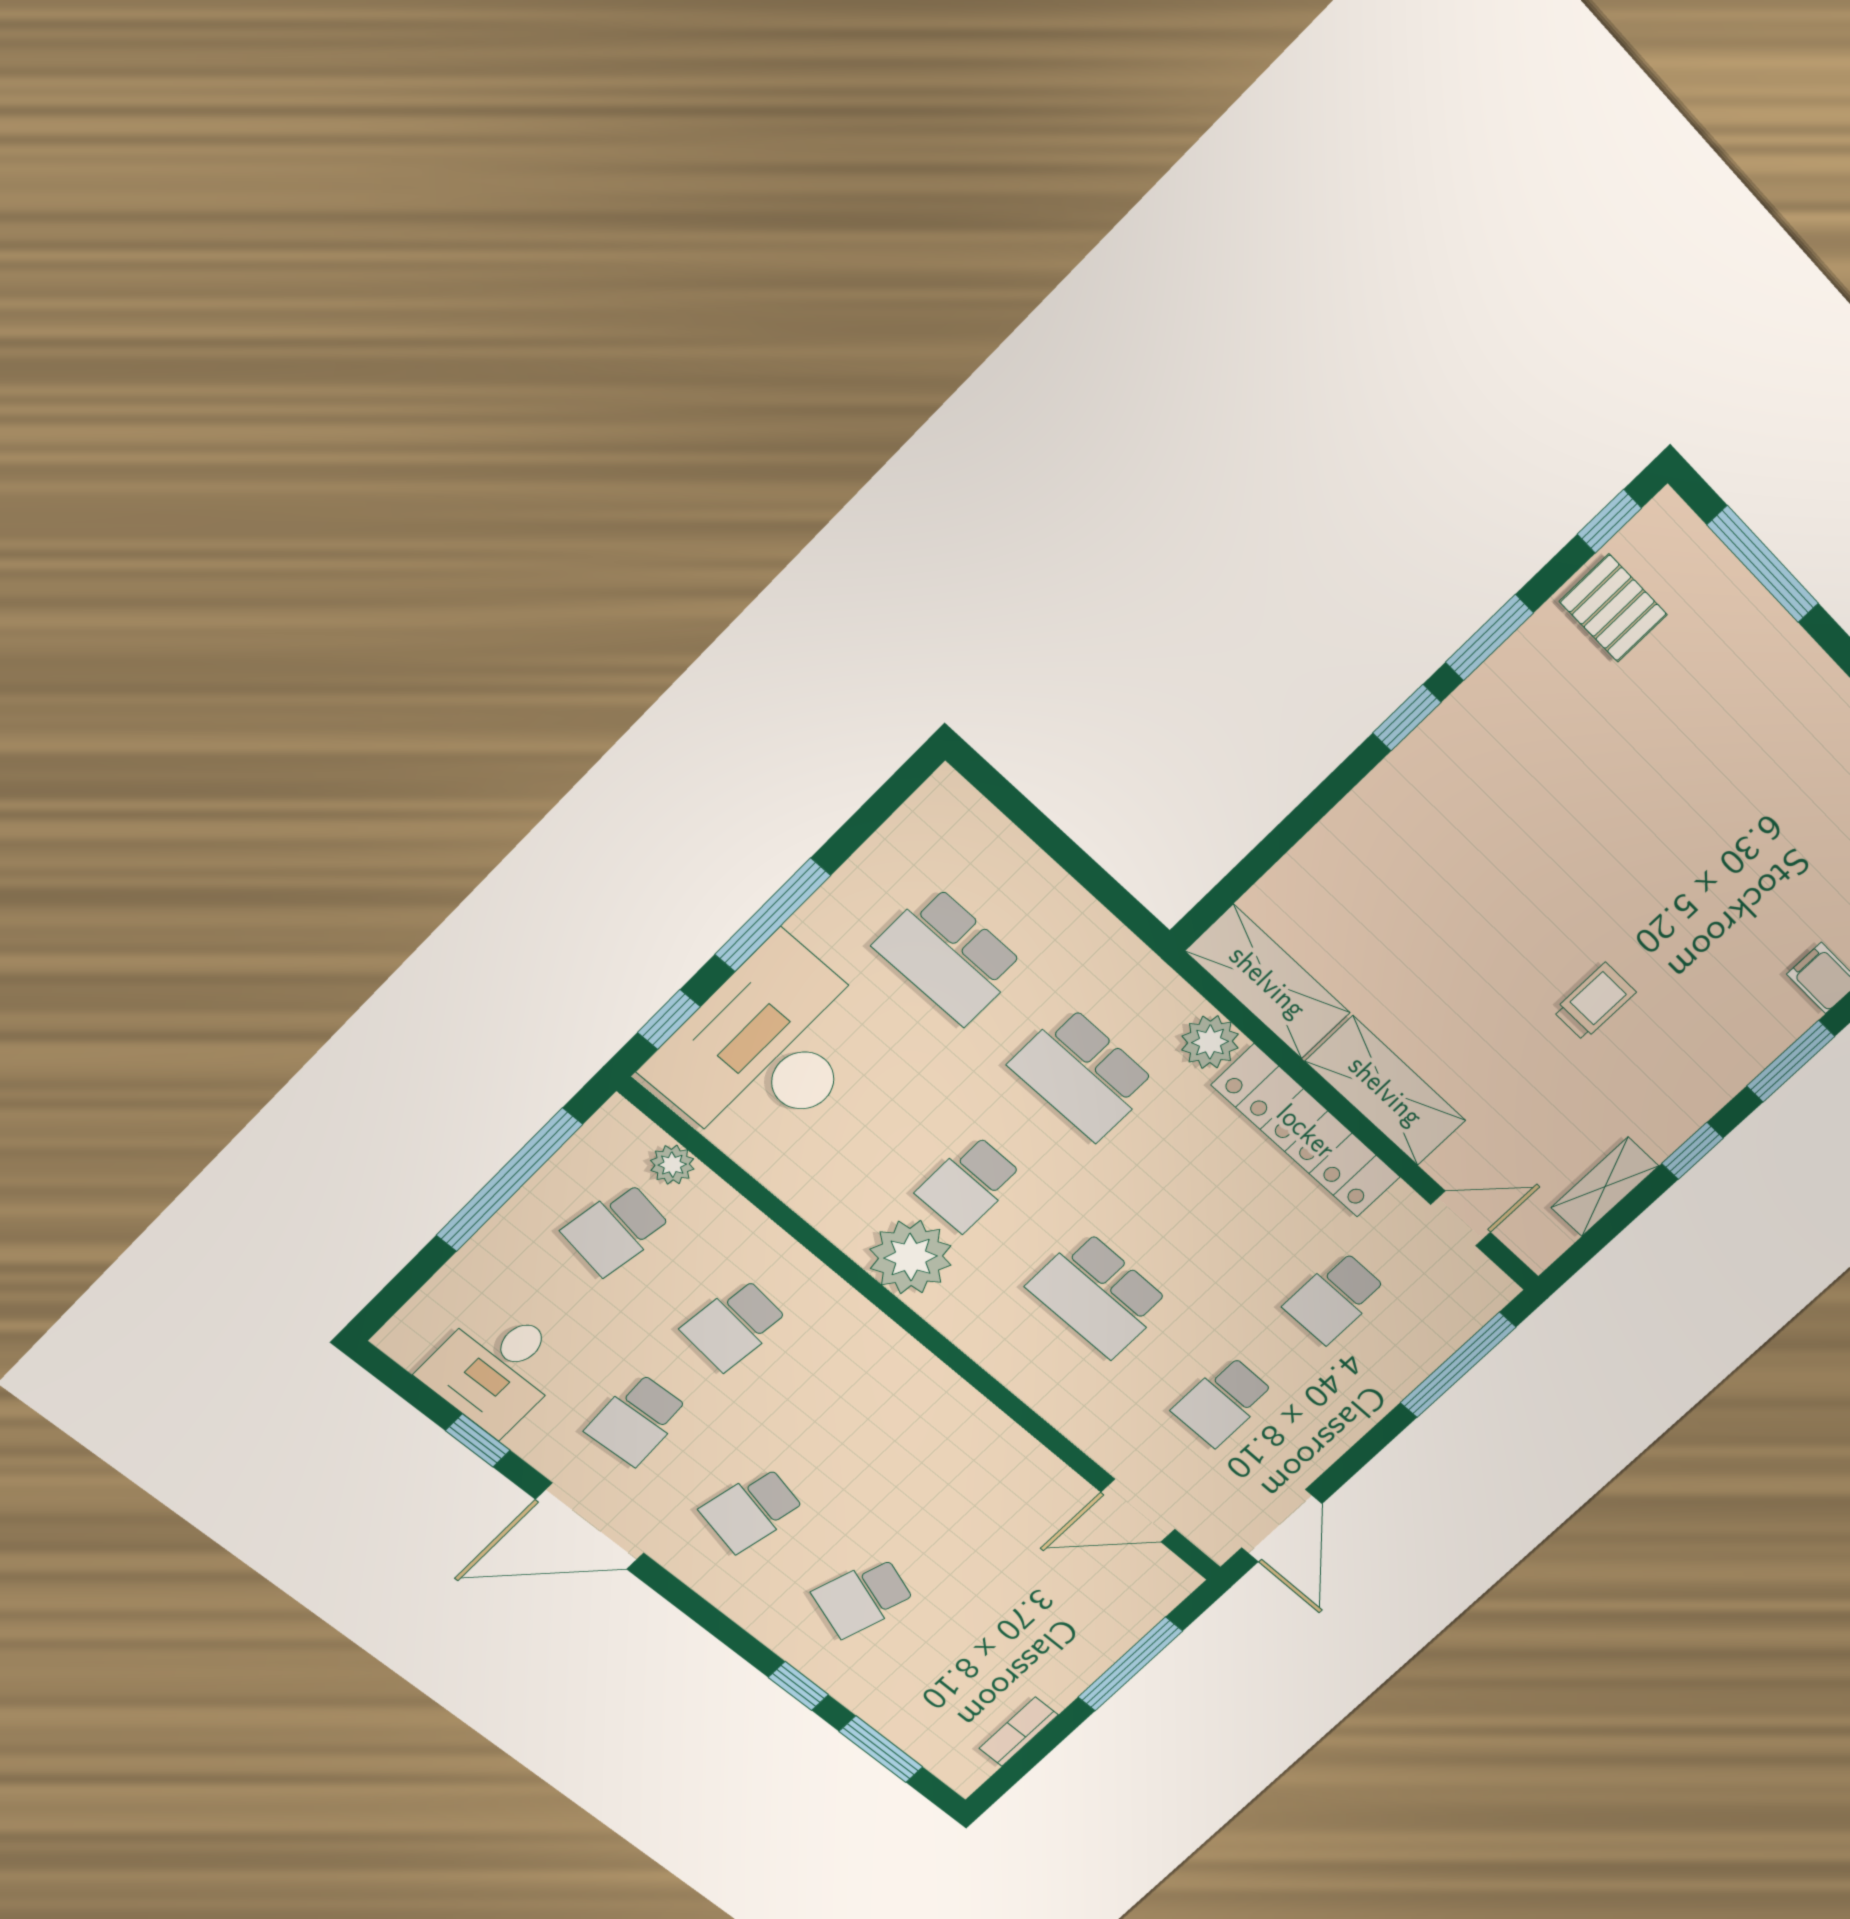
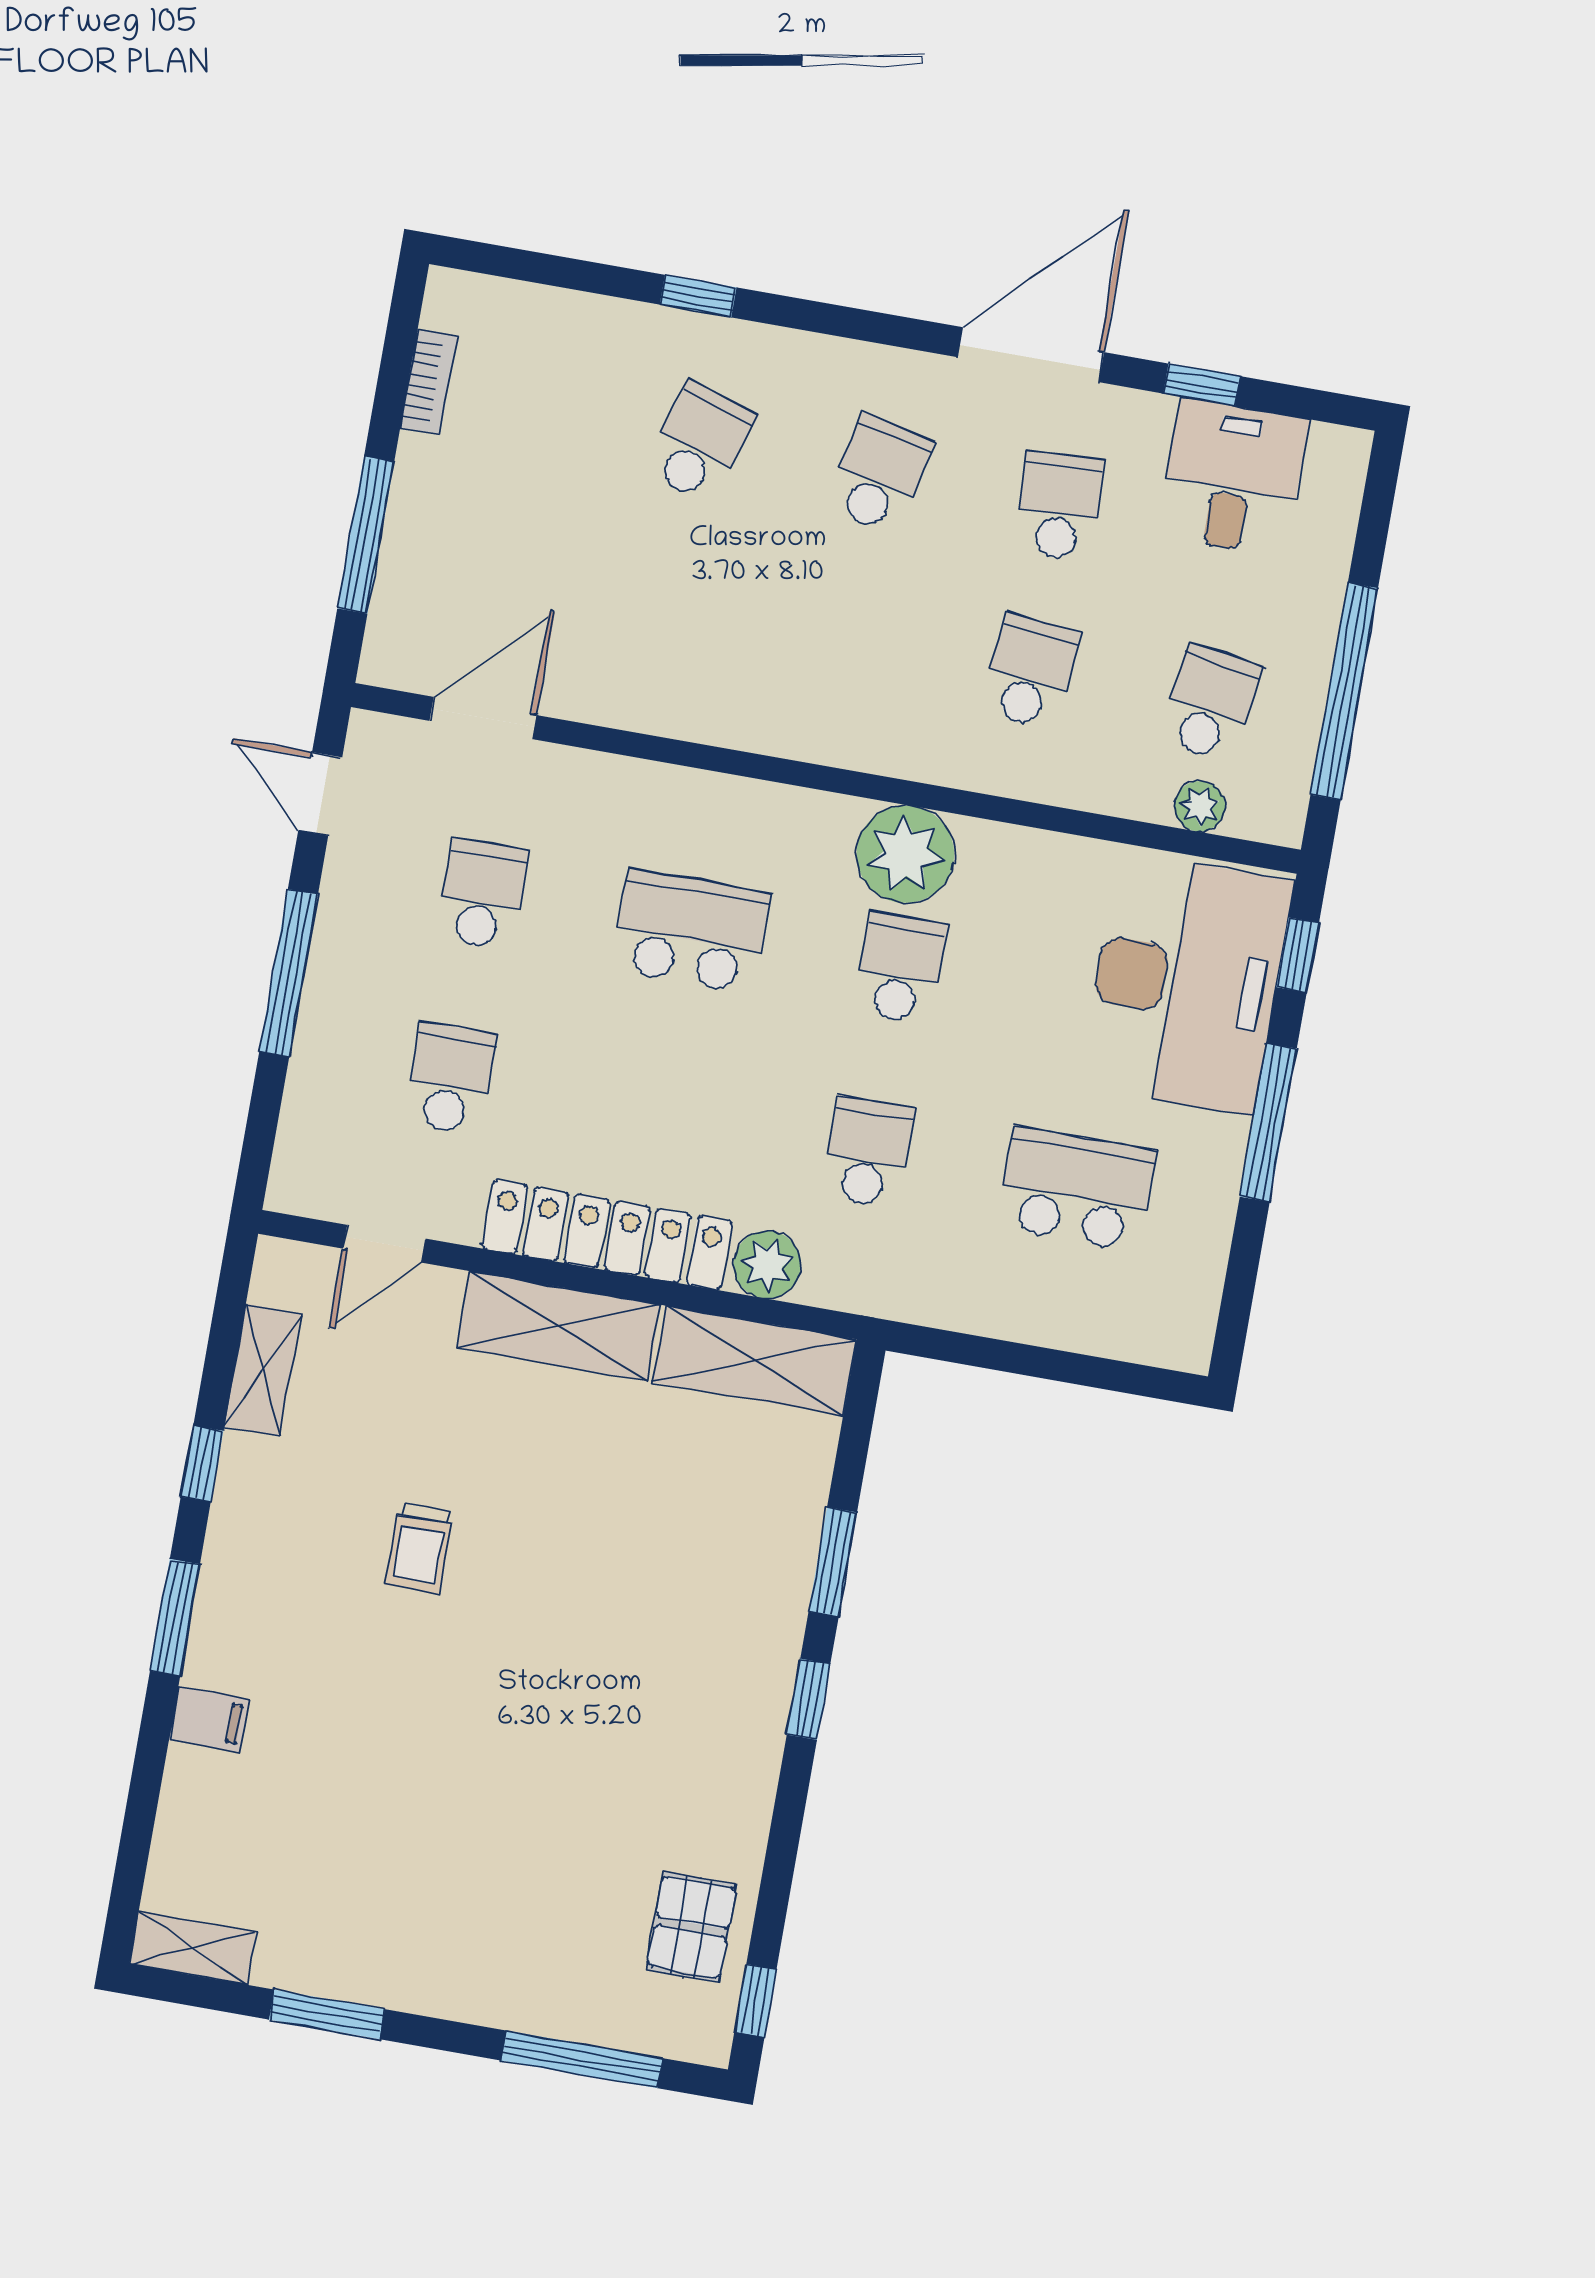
pallet: (1613, 608) -> (691, 1927), turned 90
window: (1489, 638) -> (833, 1562), moved
school desk: (1083, 1074) -> (868, 1152), width x0.54
window: (1458, 1365) -> (289, 973), moved
door: (1282, 1526) -> (320, 794), width x0.73
window: (881, 1749) -> (561, 272), removed

